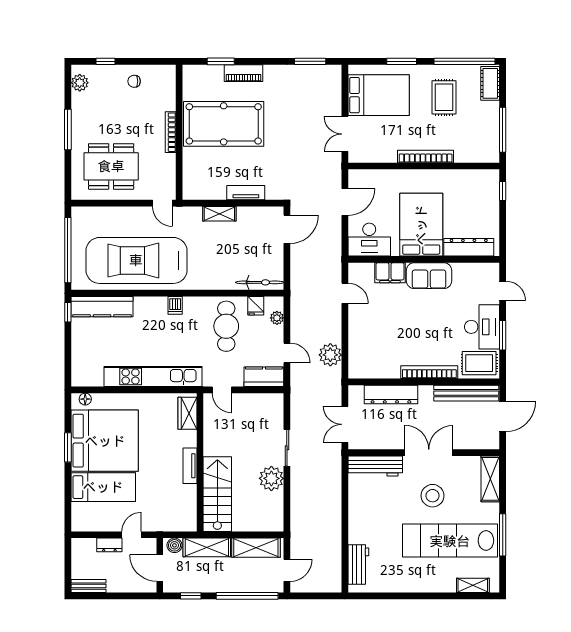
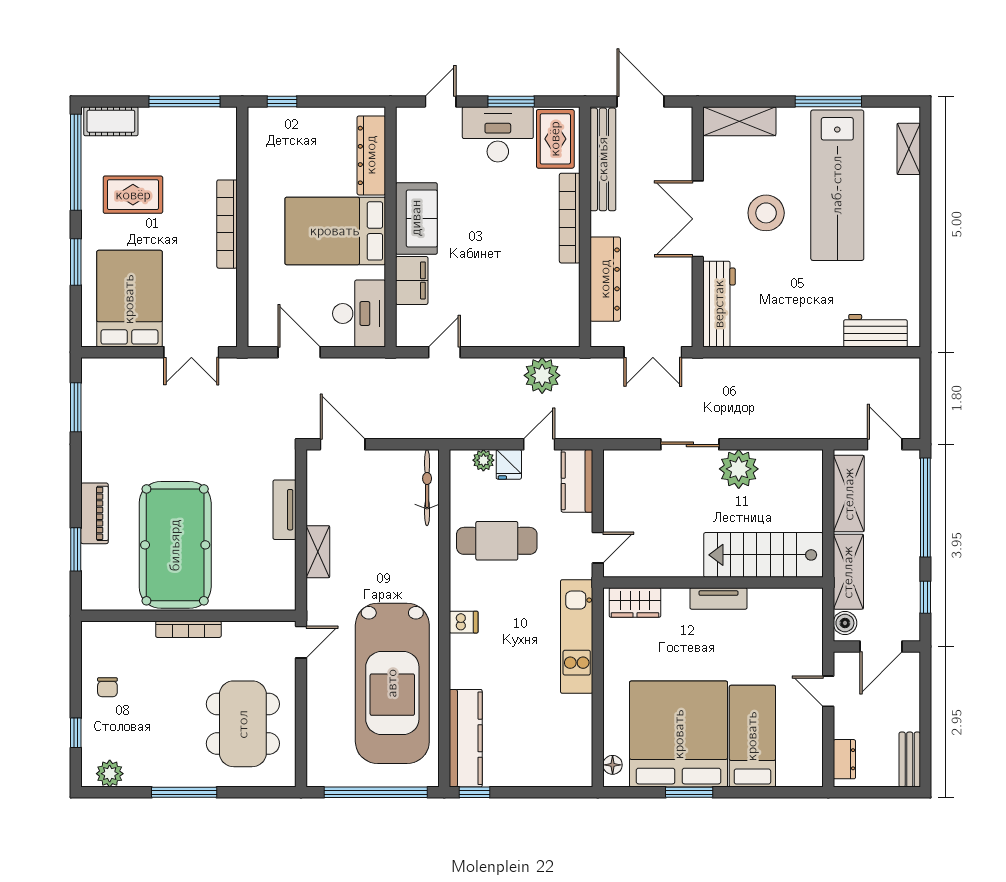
fridge: (256, 306) -> (509, 464), moved, turned 90
kitchen unit: (153, 377) -> (577, 636), width x0.73
dresser: (109, 545) -> (844, 759), moved

